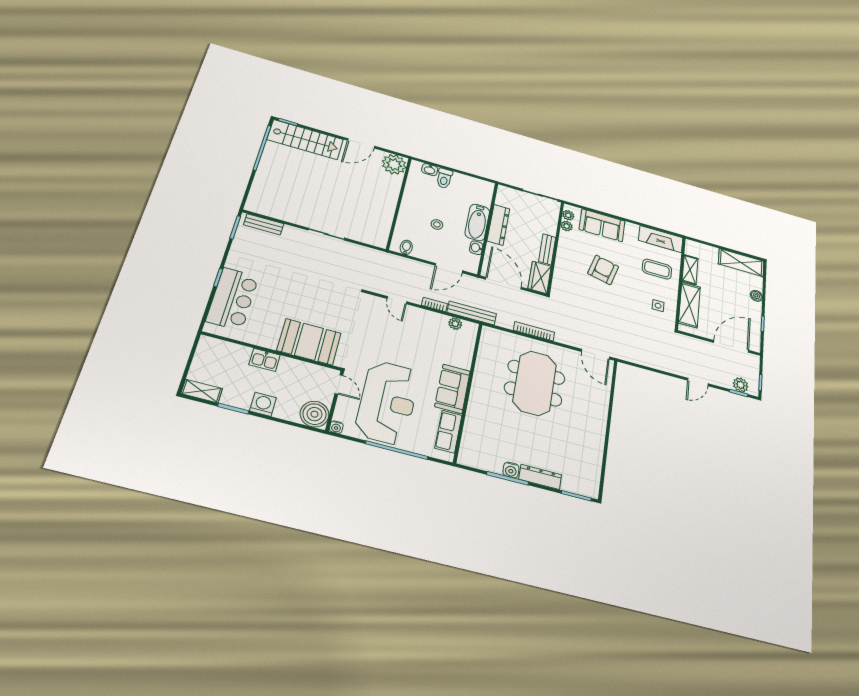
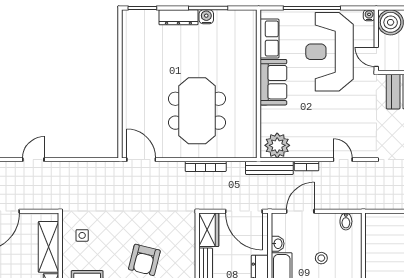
plant: (455, 324) -> (277, 145), width x1.87, depth x1.87

